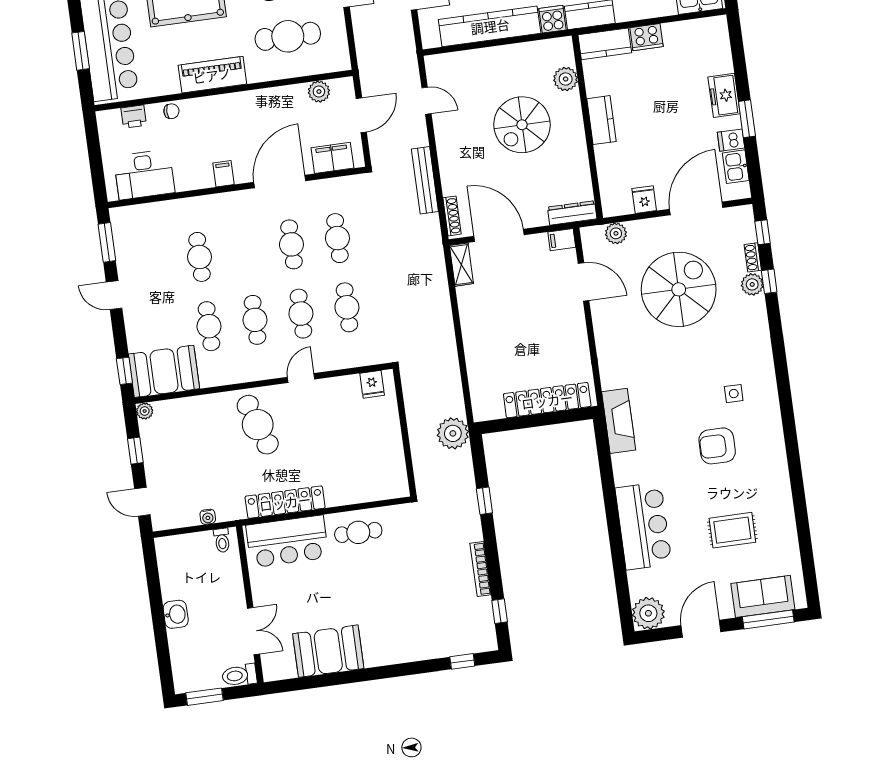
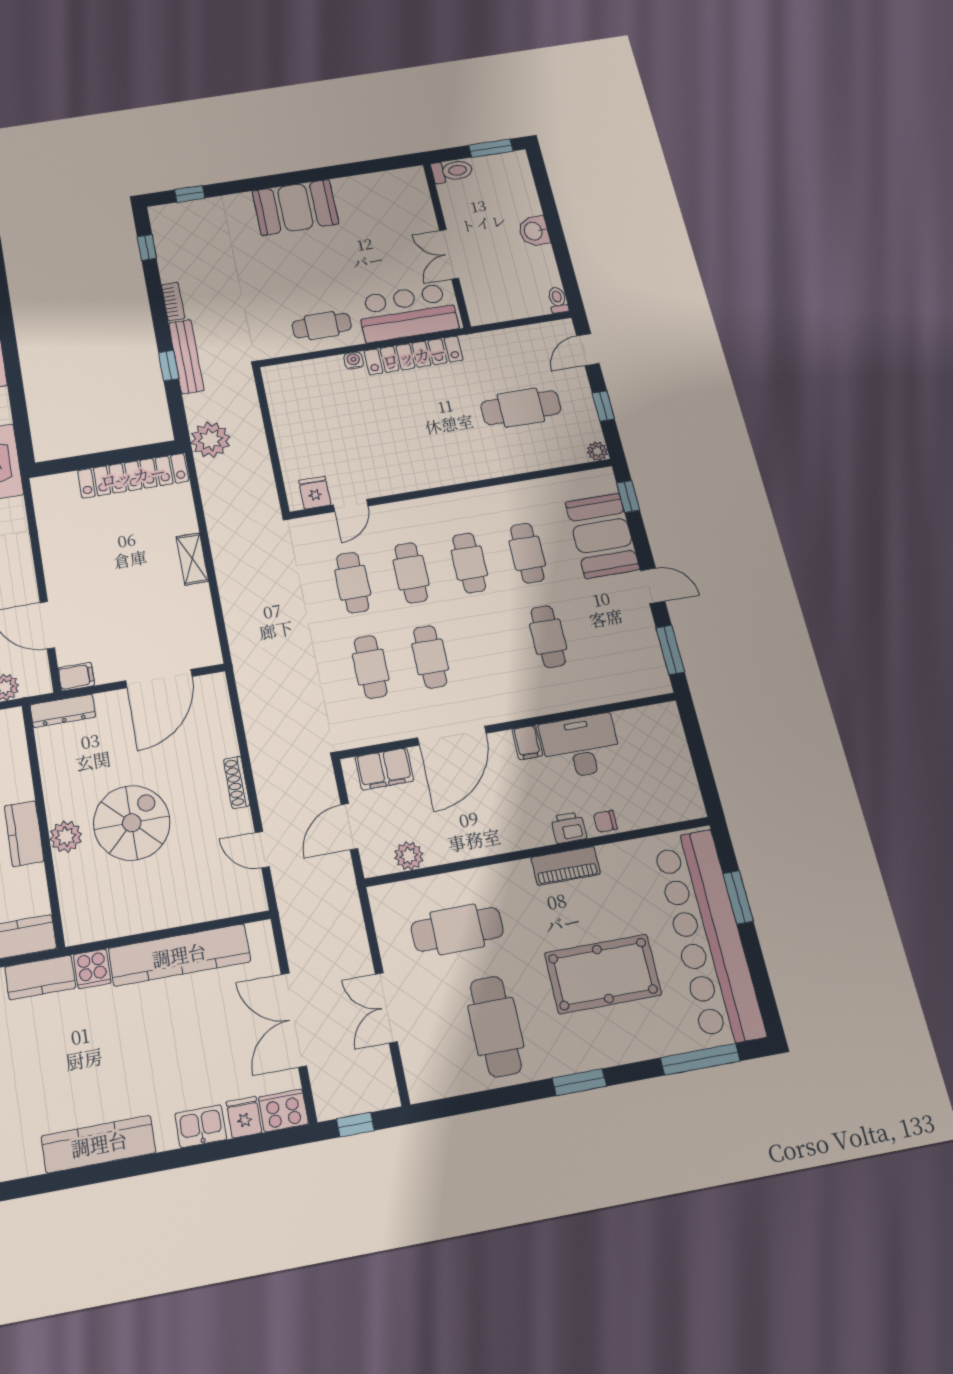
piano: (212, 75) -> (566, 866), width x0.73, depth x0.75
plant: (566, 79) -> (66, 837), moved
printer: (134, 117) -> (569, 828), moved
desk: (144, 175) -> (581, 746), moved
bench: (425, 180) -> (186, 357), moved
shoe rack: (452, 216) -> (237, 782), moved
door: (499, 235) -> (159, 679), hinge flipped
shelving: (461, 265) -> (192, 559), moved
booth: (164, 371) -> (602, 536), moved, turned 90
door: (301, 378) -> (351, 505), moved
locker: (547, 400) -> (133, 476), moved
cafe table: (258, 425) -> (521, 408), moved, turned -71
door: (142, 502) -> (588, 350), swing flipped
water cooler: (208, 517) -> (354, 361), moved
toilet: (222, 540) -> (558, 300), moved
bookcase: (480, 569) -> (173, 302), width x0.64
double door: (253, 631) -> (449, 254), moved
booth: (328, 651) -> (295, 207), moved

